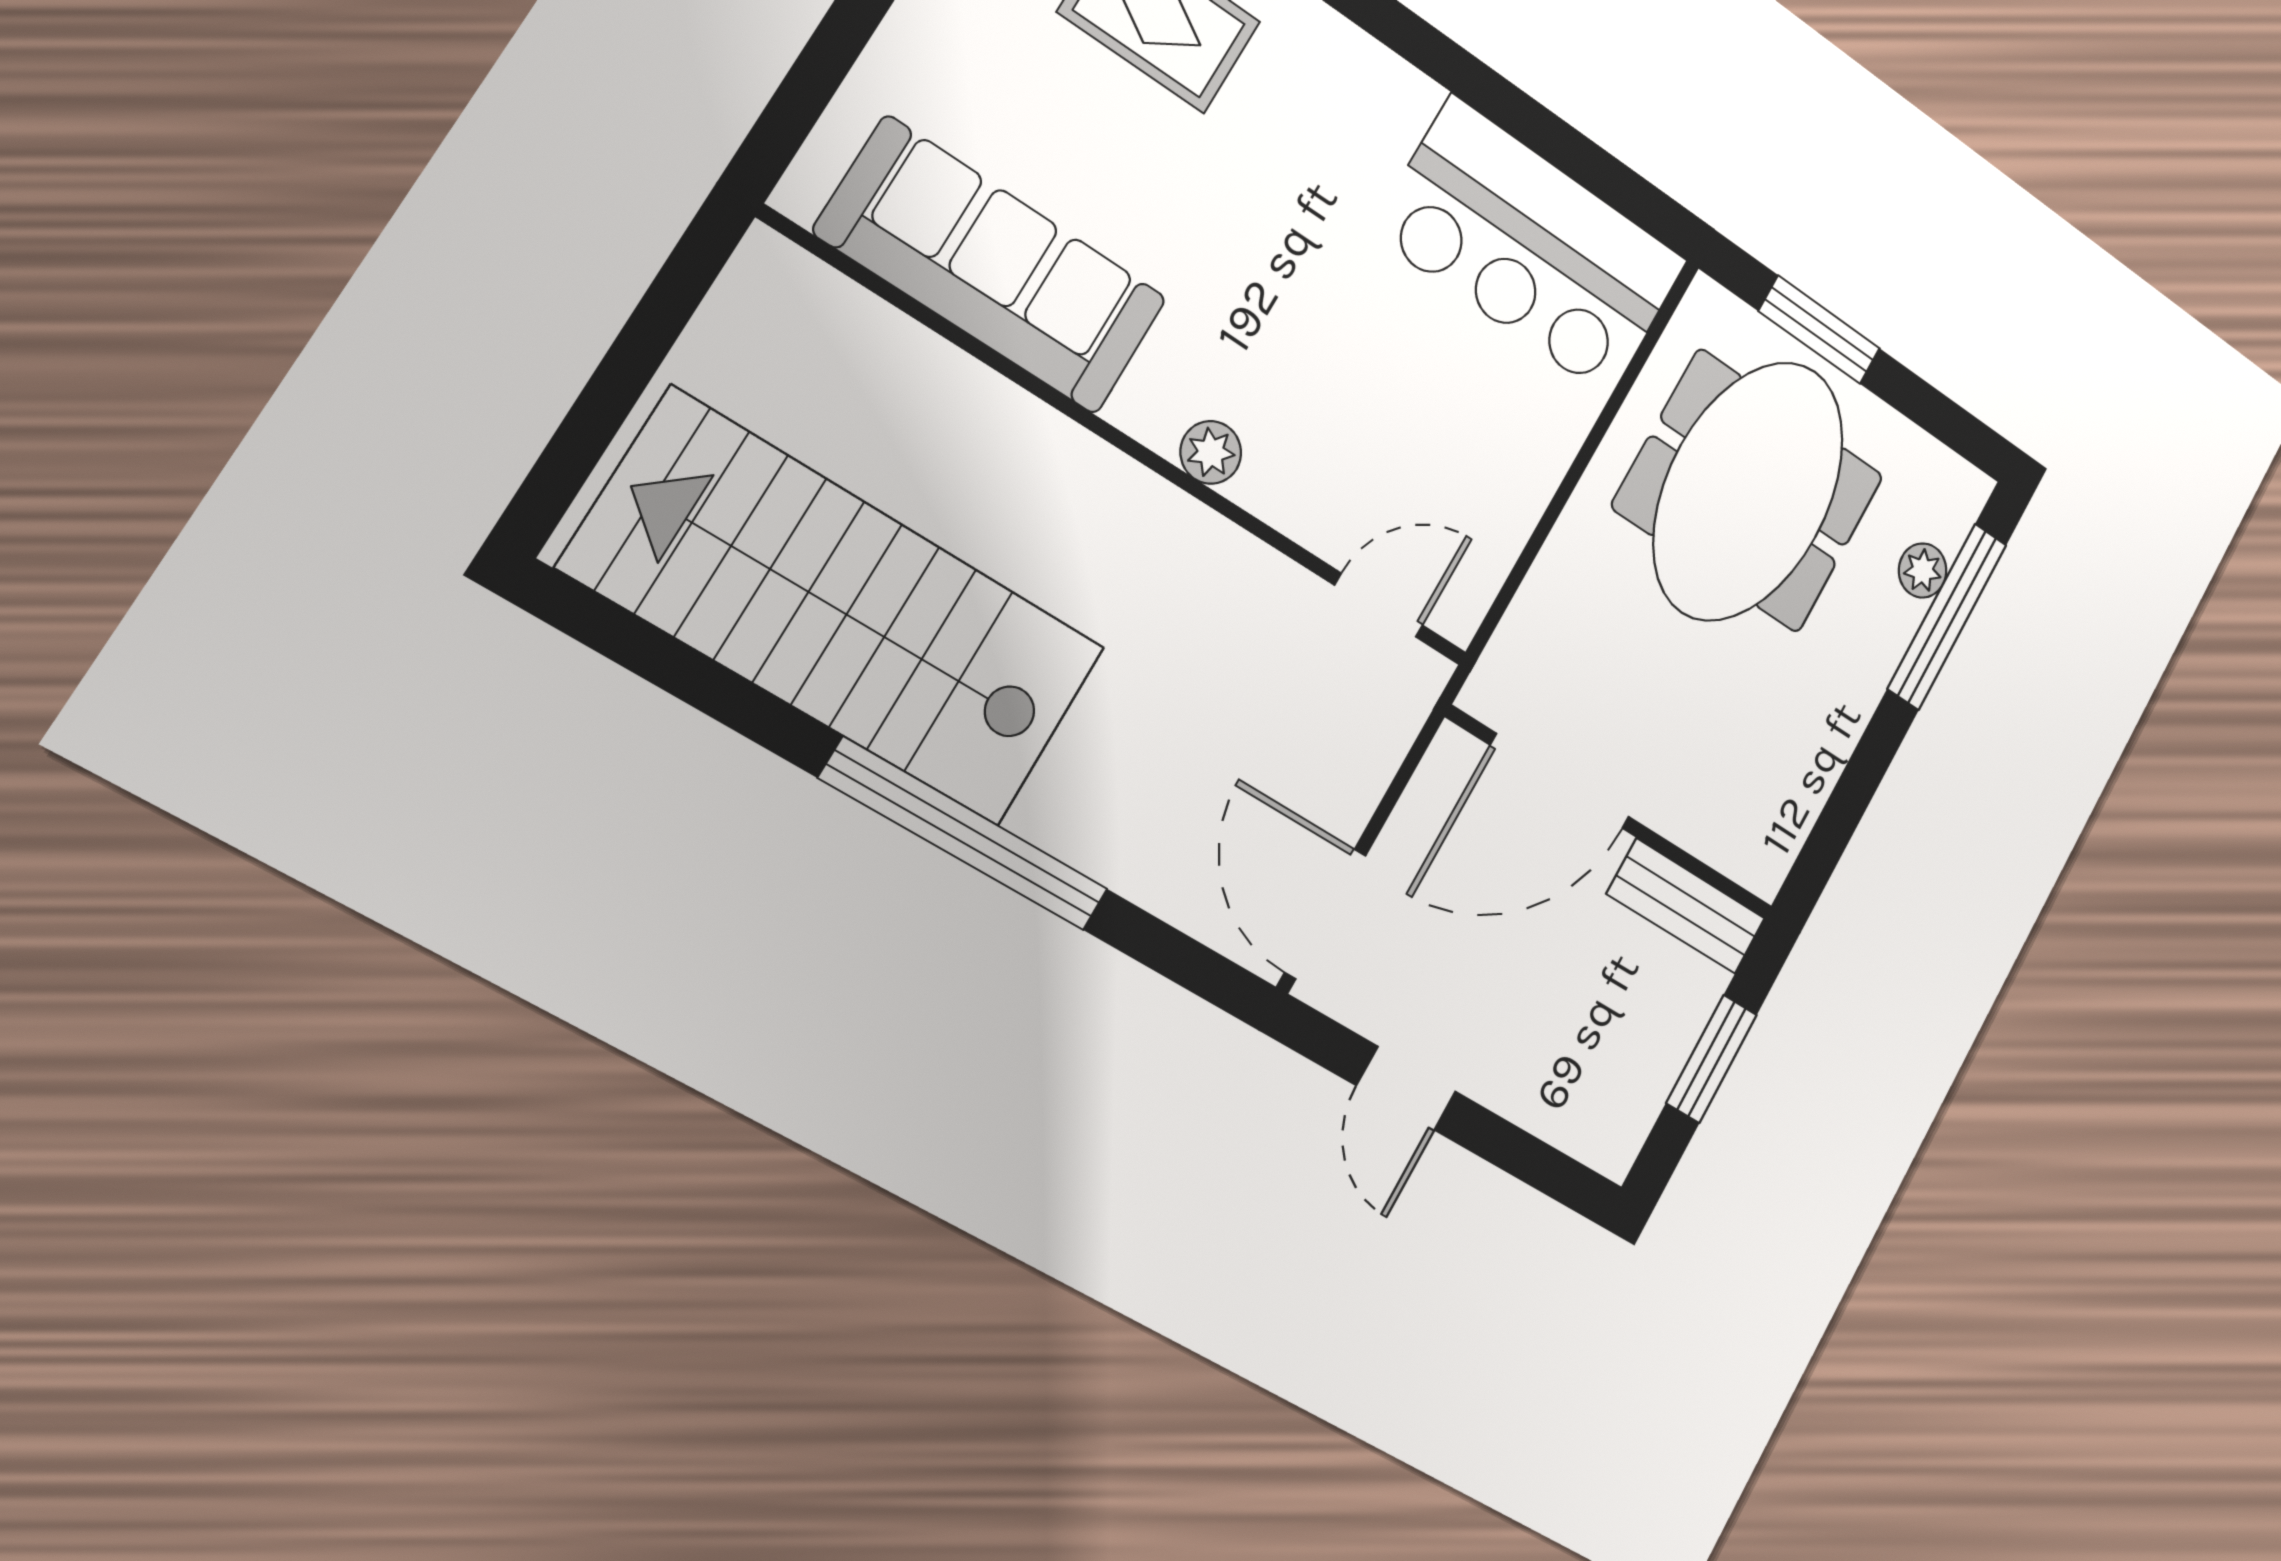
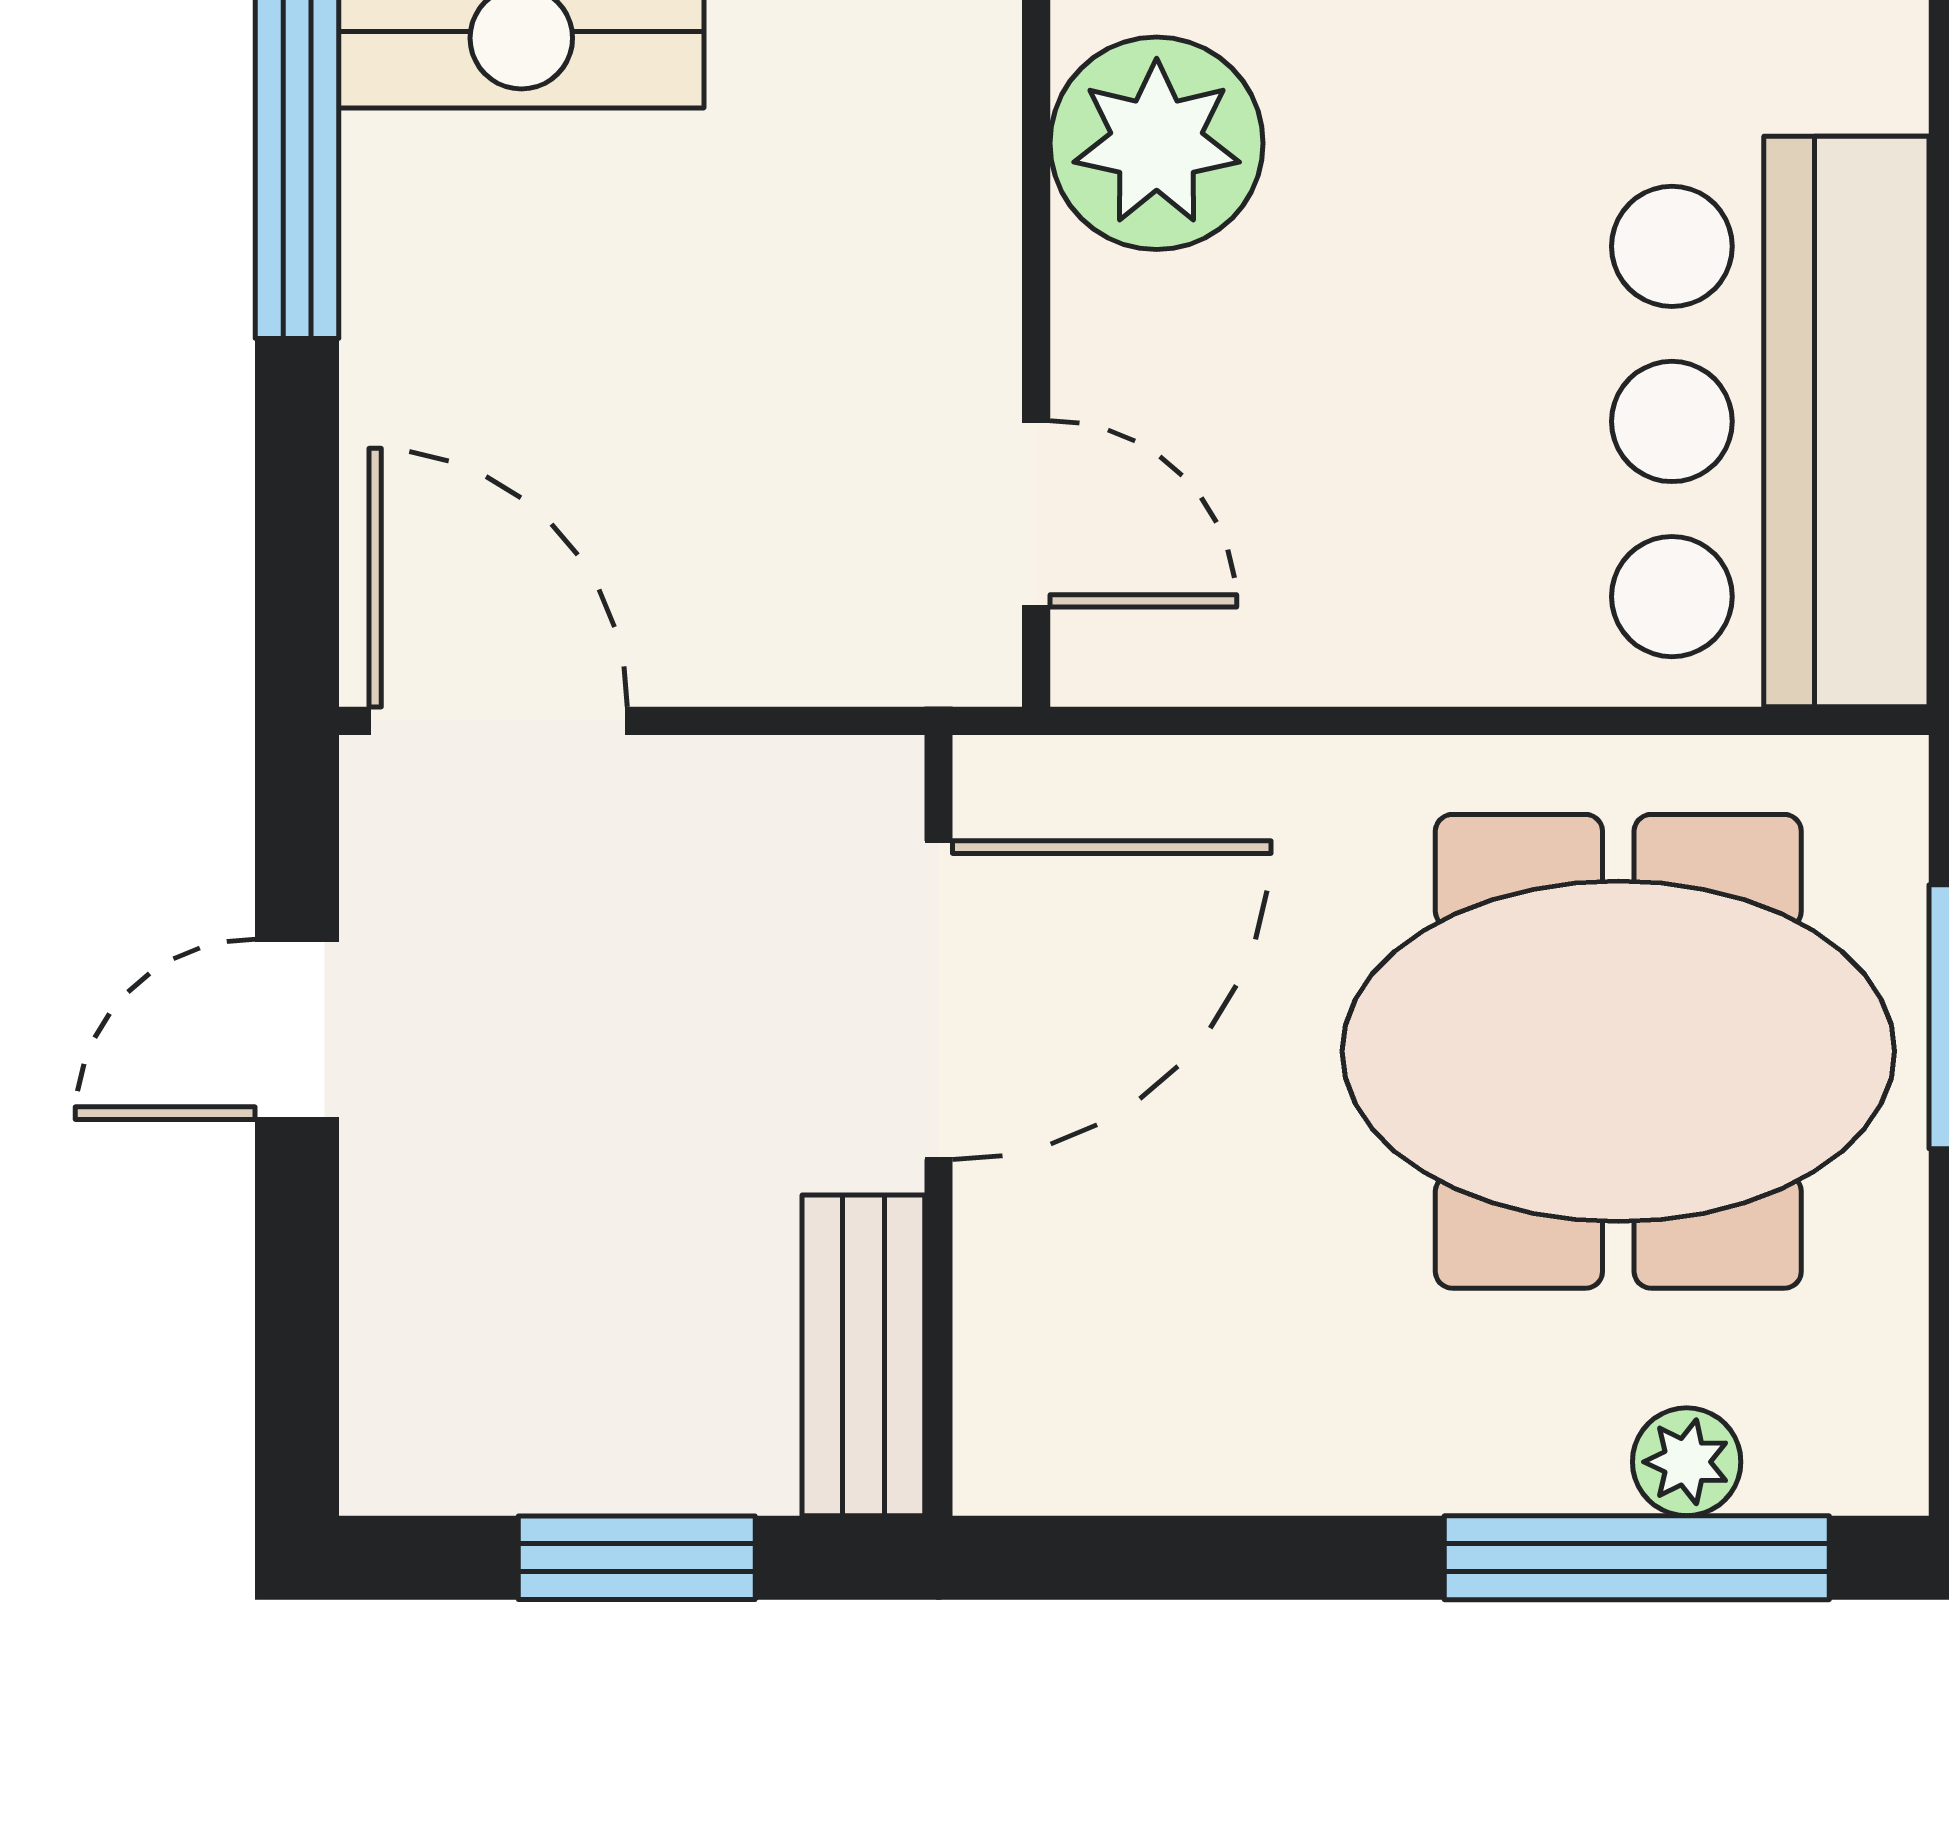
plant: (1211, 452) -> (1157, 143), width x1.88, depth x1.88
door: (1560, 781) -> (939, 1000), swing flipped
door: (1325, 914) -> (498, 721), hinge flipped

